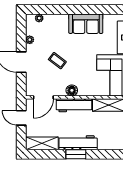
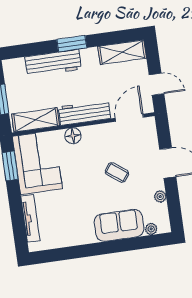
sofa: (86, 24) -> (119, 225), moved
floor lamp: (72, 90) -> (73, 136), moved
workbench: (78, 143) -> (53, 63), moved

